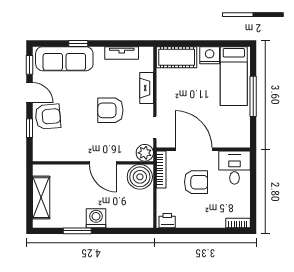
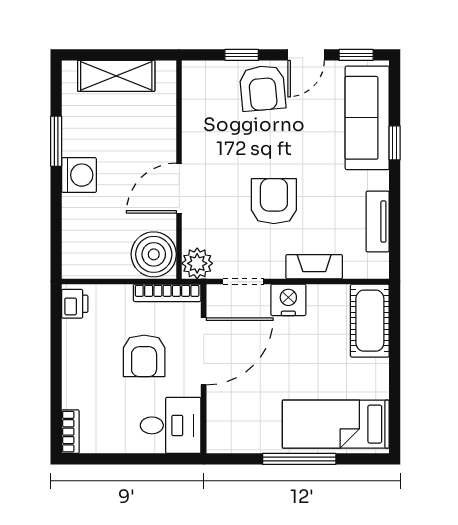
nightstand: (210, 55) -> (288, 300), moved, turned -90

